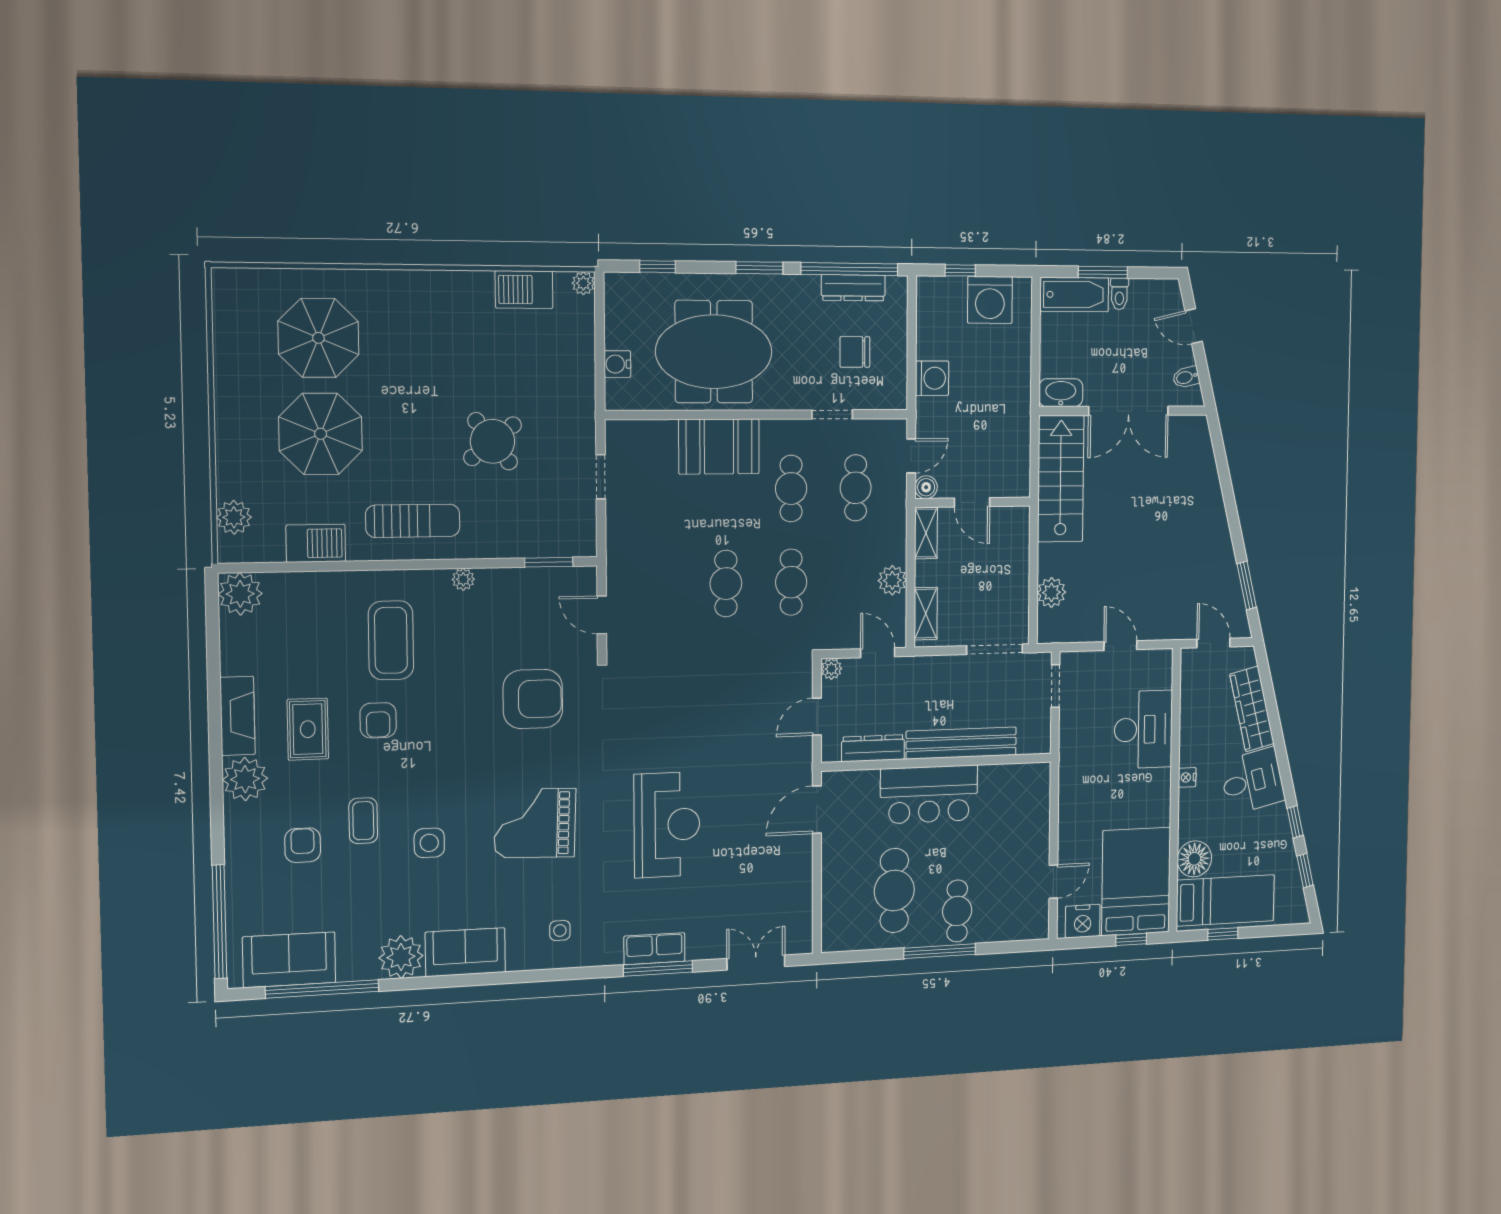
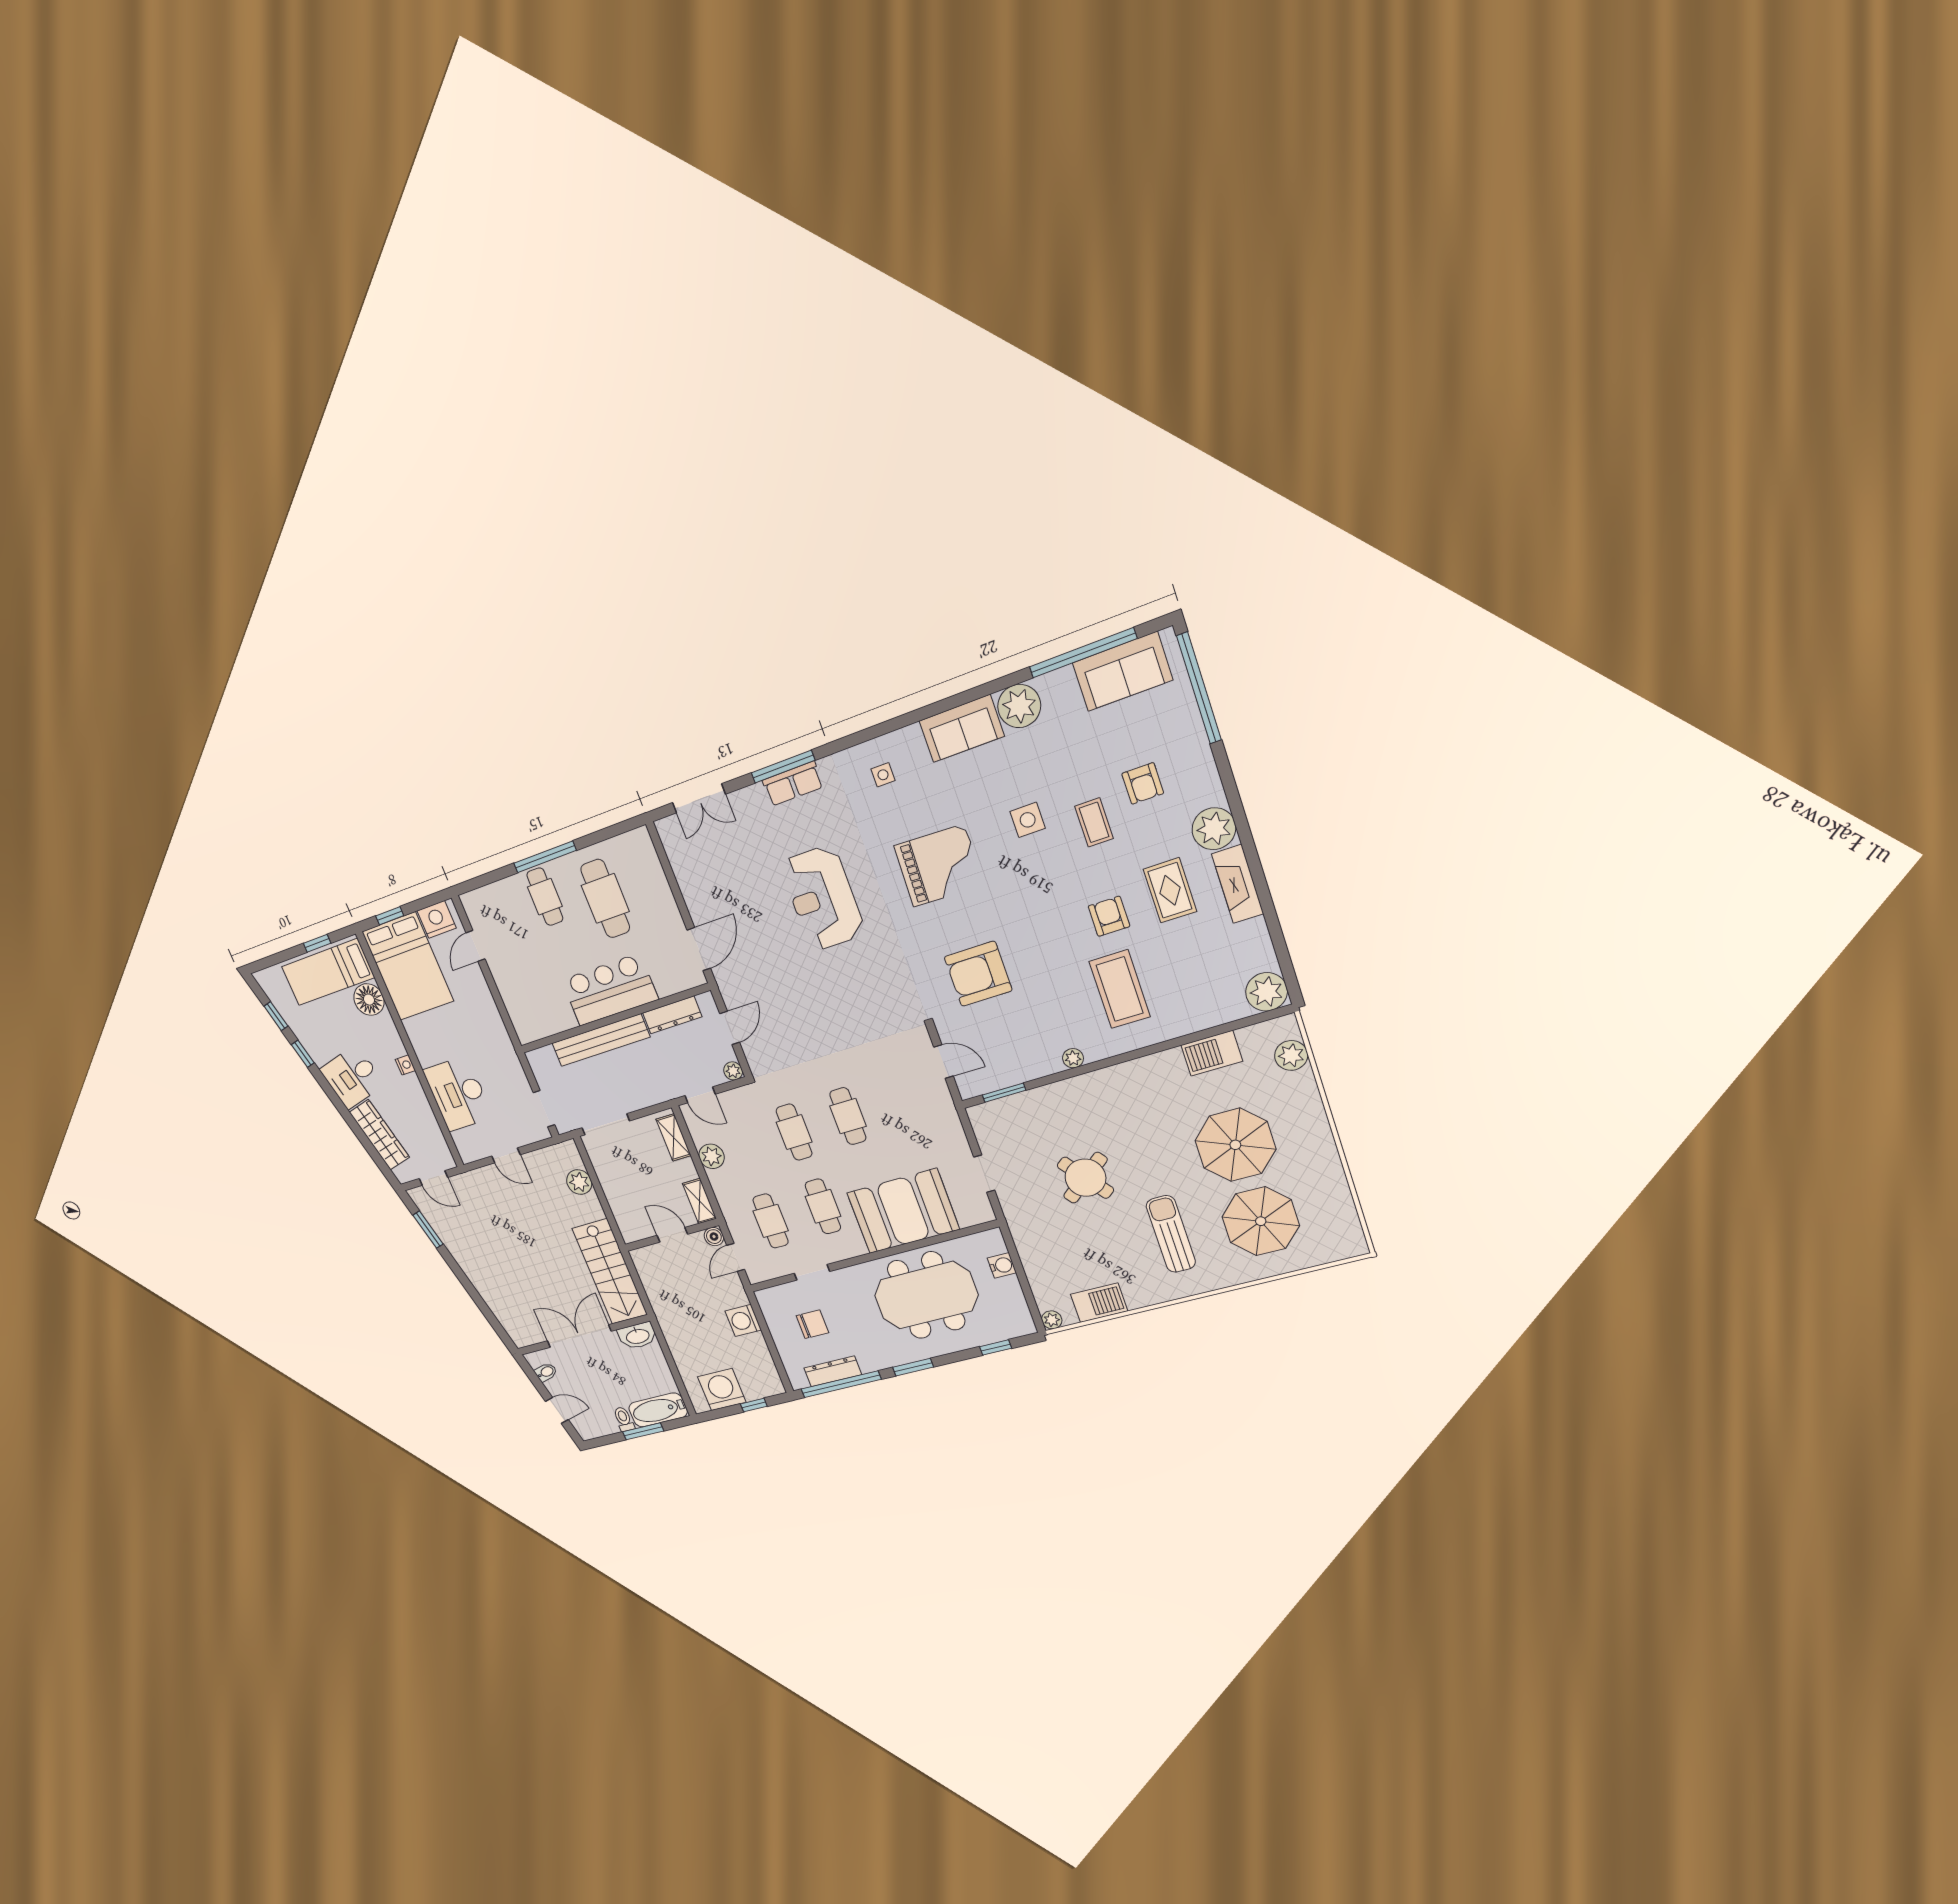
booth: (719, 447) -> (903, 1211), width x1.36, depth x1.42
sun lounger: (413, 521) -> (1171, 1234), moved, turned 90

